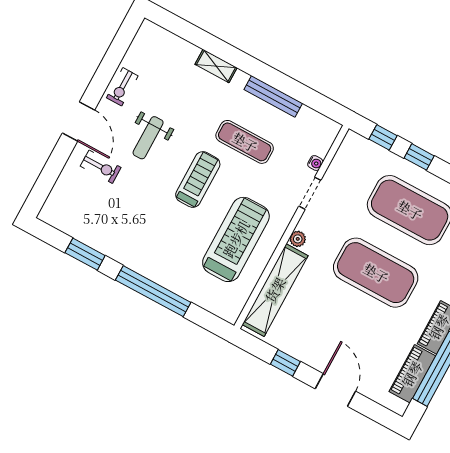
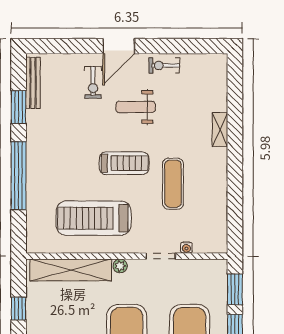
bench: (273, 96) -> (33, 83), moved
window: (383, 137) -> (235, 289), width x1.50
treadmill: (236, 239) -> (94, 218), turned 180

